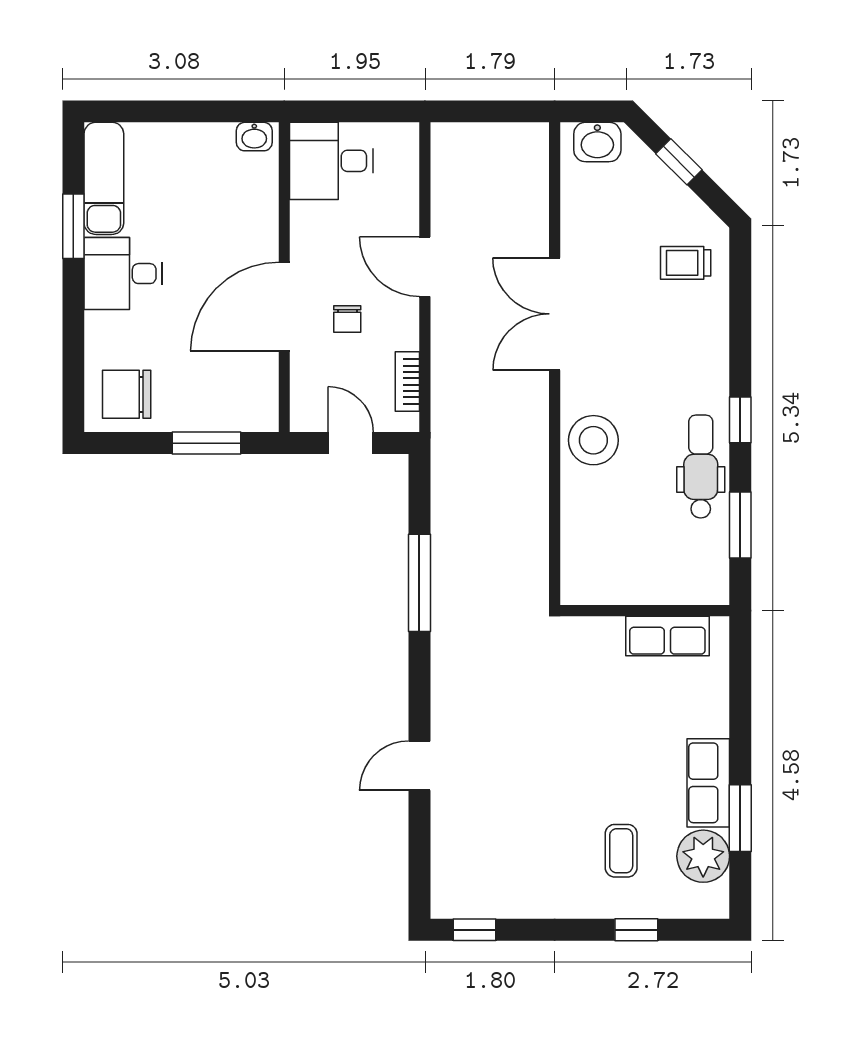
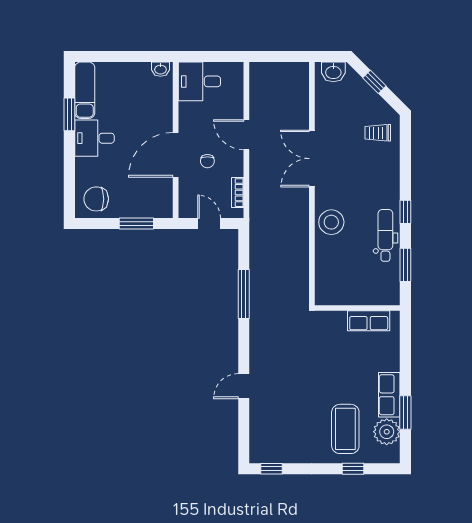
coffee table: (621, 851) -> (345, 429), width x1.86, depth x1.72

